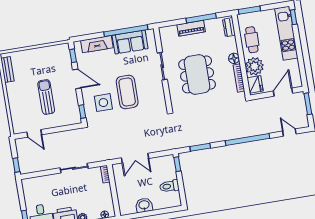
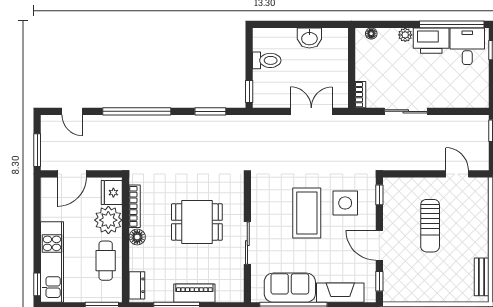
dining table: (197, 74) -> (197, 222), width x0.73

